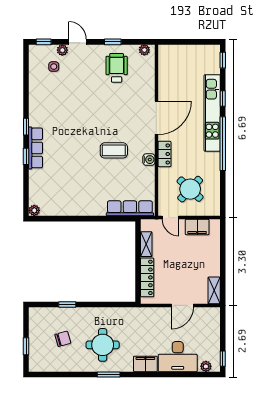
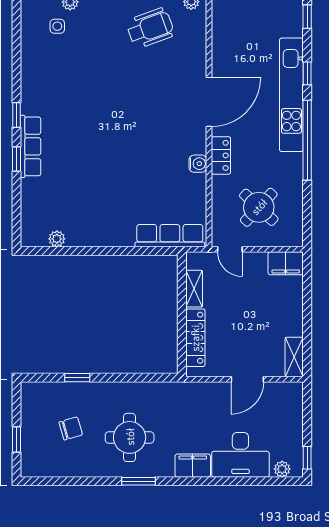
wheelchair: (117, 68) -> (150, 28), turned 70
coffee table: (114, 150) -> (146, 150), removed
plant: (34, 210) -> (57, 239), moved
filing cabinet: (197, 227) -> (286, 263), moved

